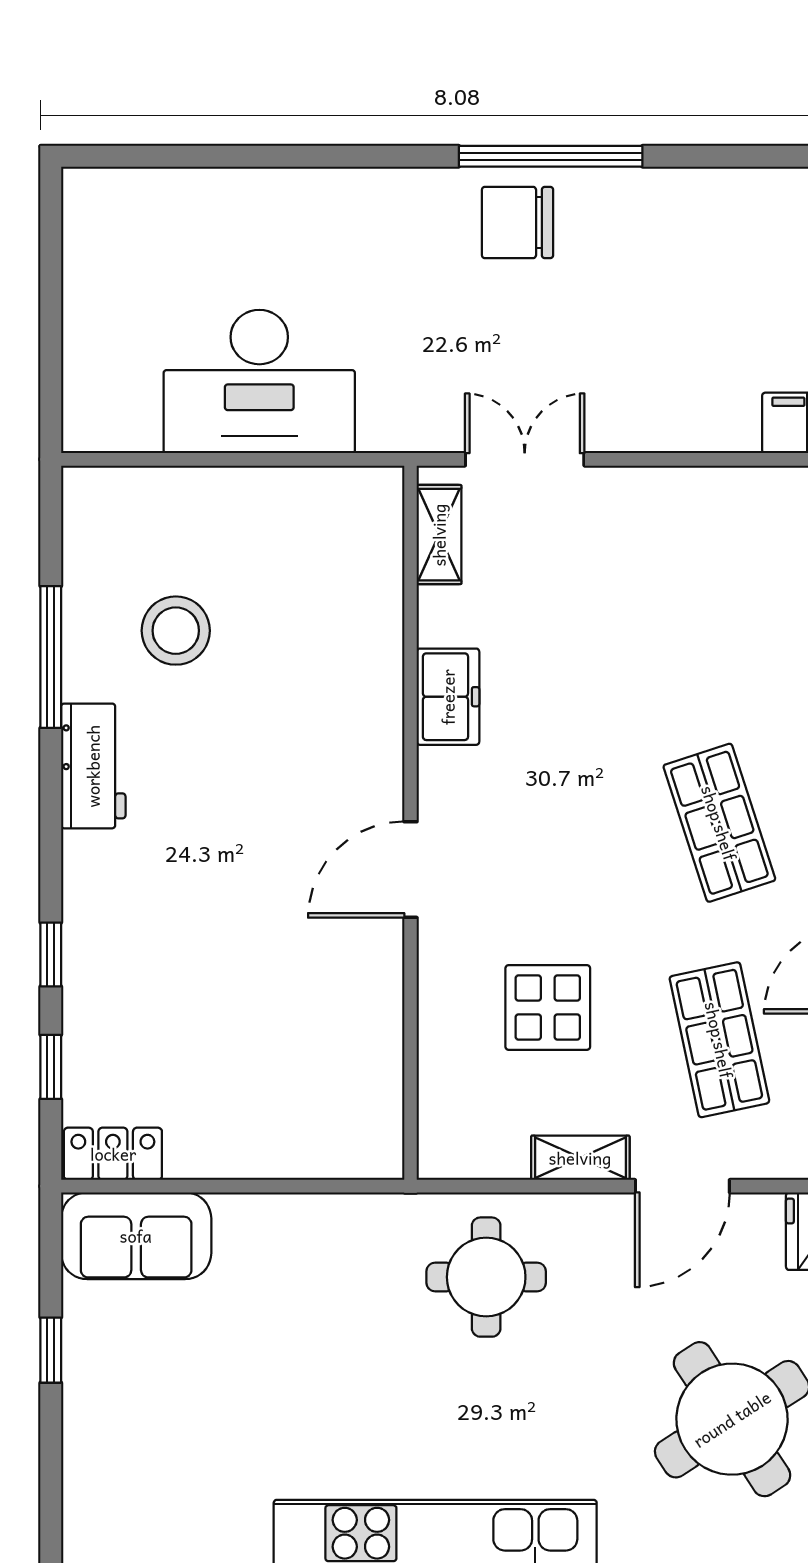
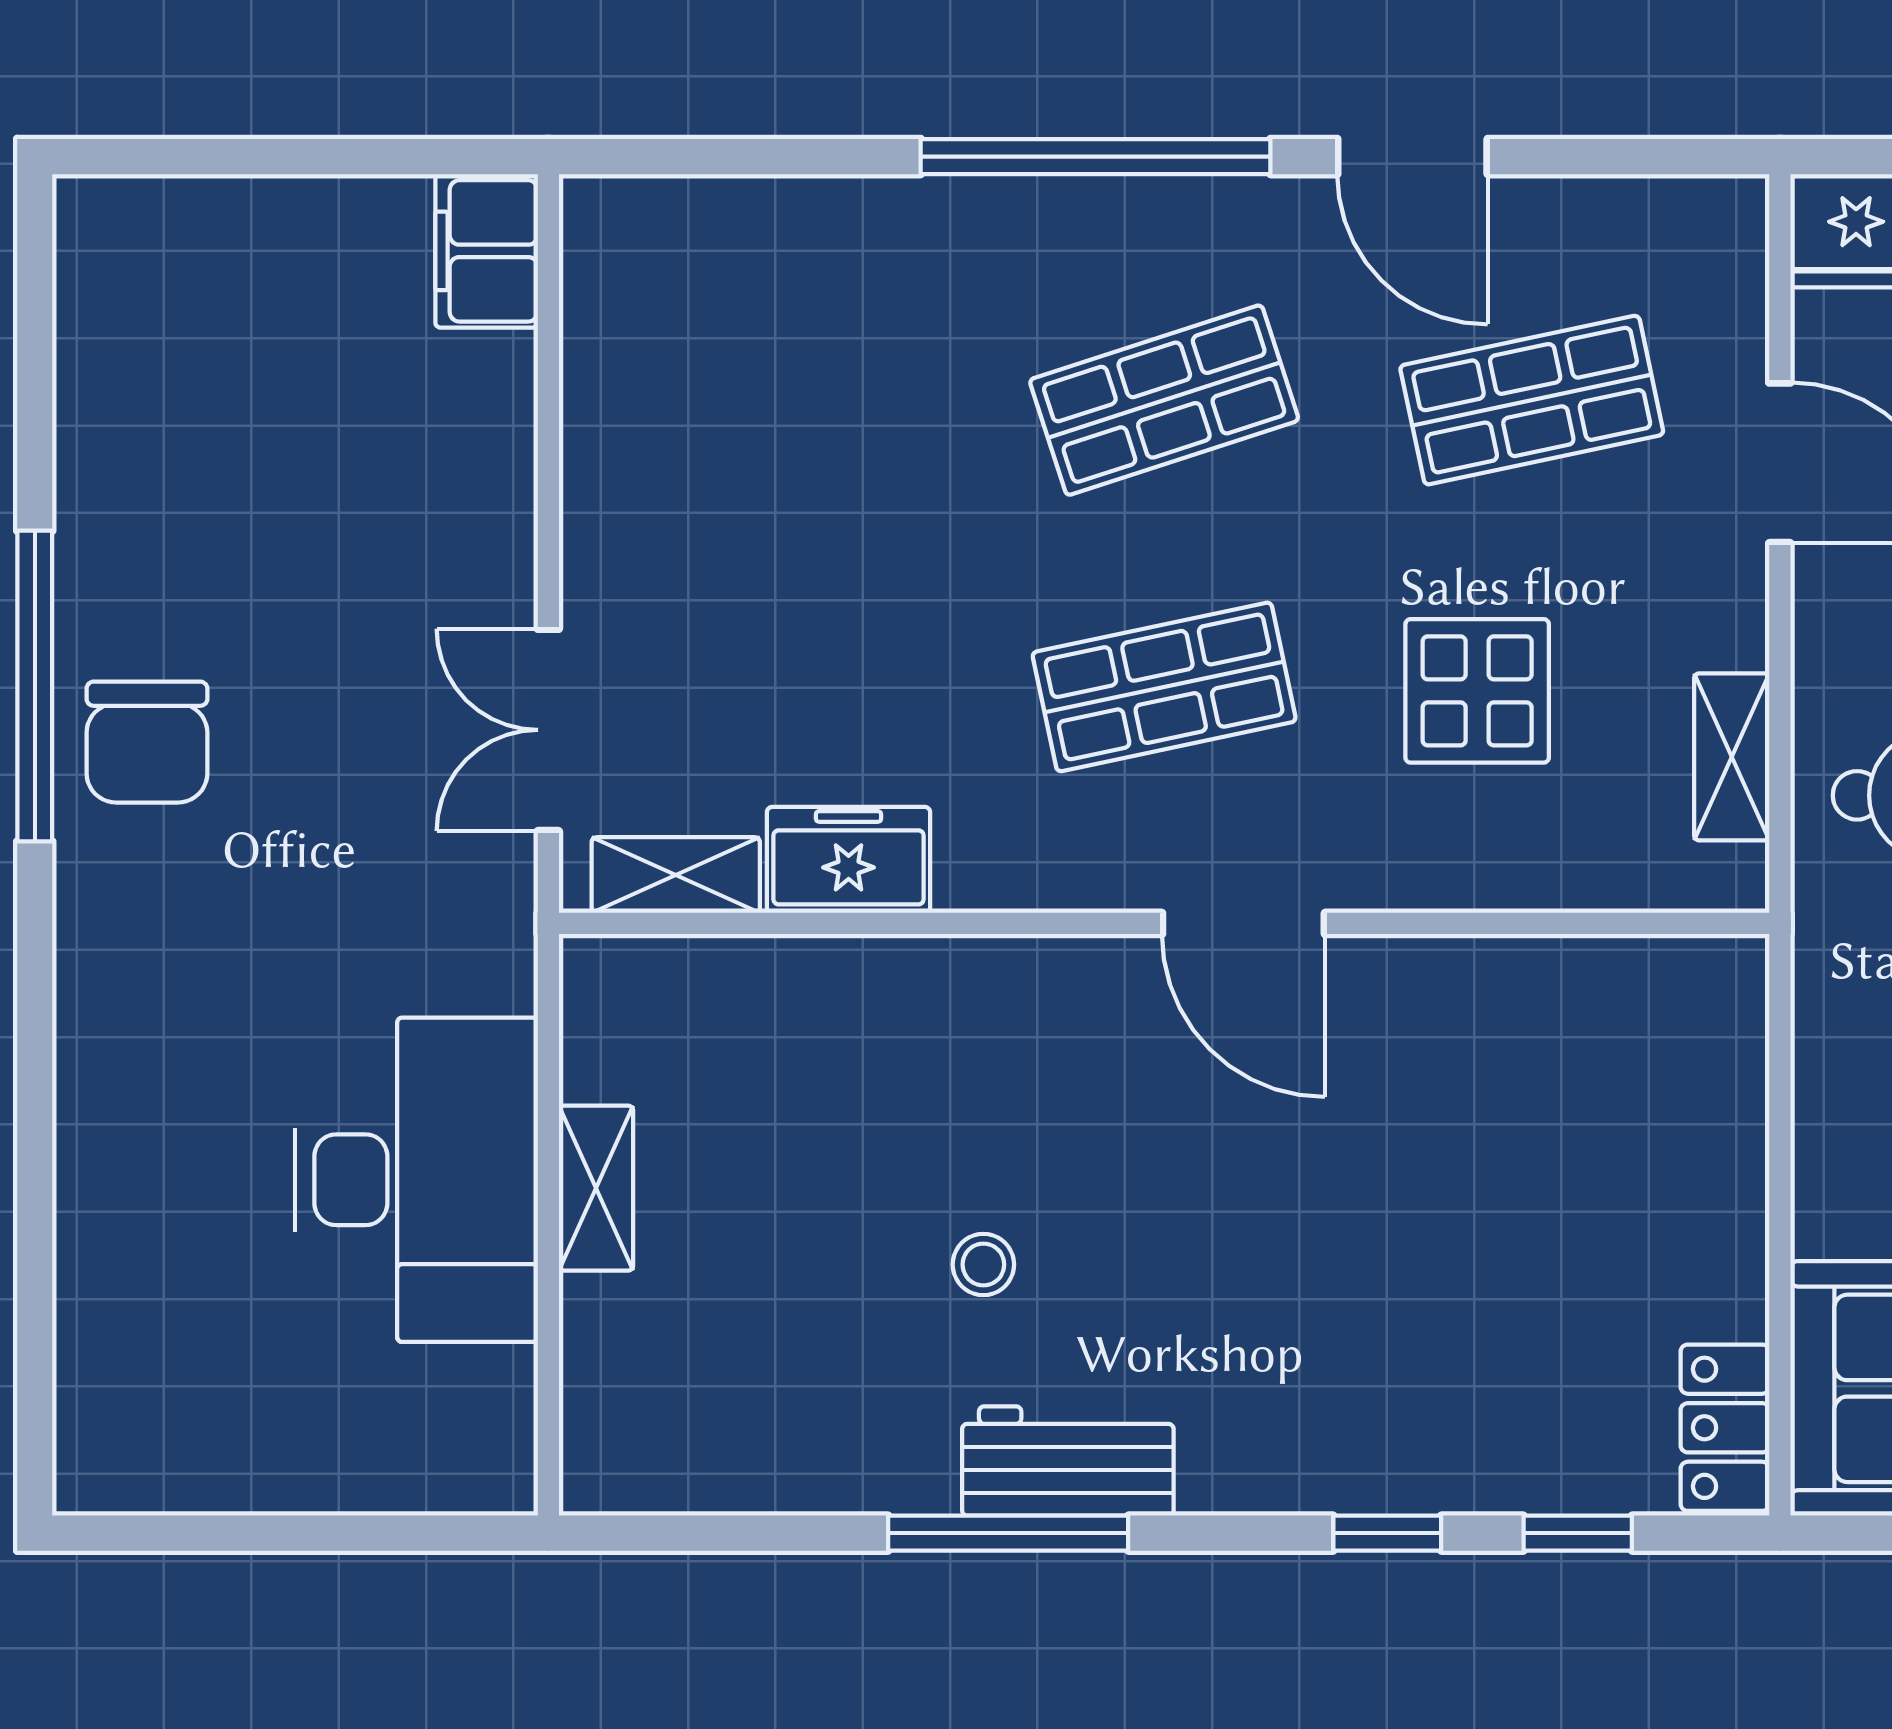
shelving: (254, 487) -> (596, 1188), added
stool: (176, 631) -> (983, 1265), moved, width x0.53, depth x0.53
window: (51, 657) -> (1008, 1533), moved
freezer: (448, 697) -> (849, 860), moved
shop shelf: (550, 823) -> (1164, 687), added
shelving: (580, 1158) -> (1732, 757), moved

